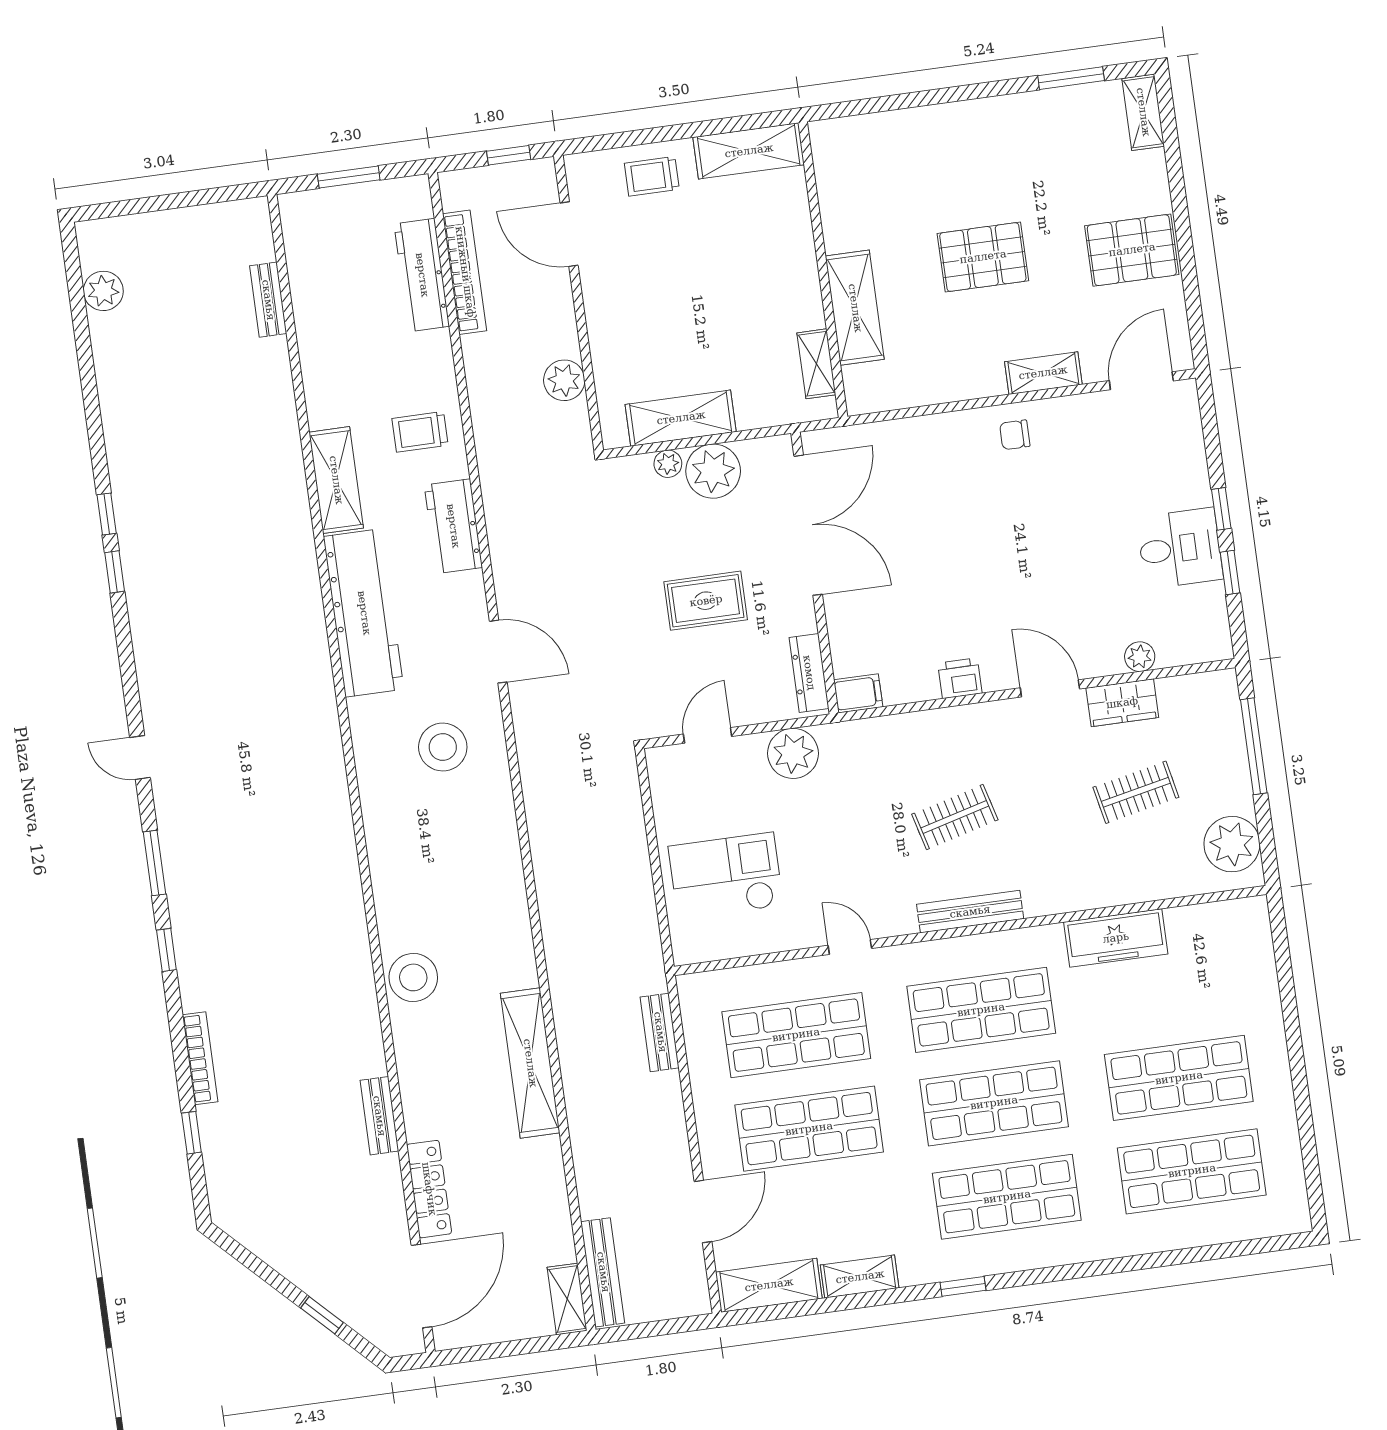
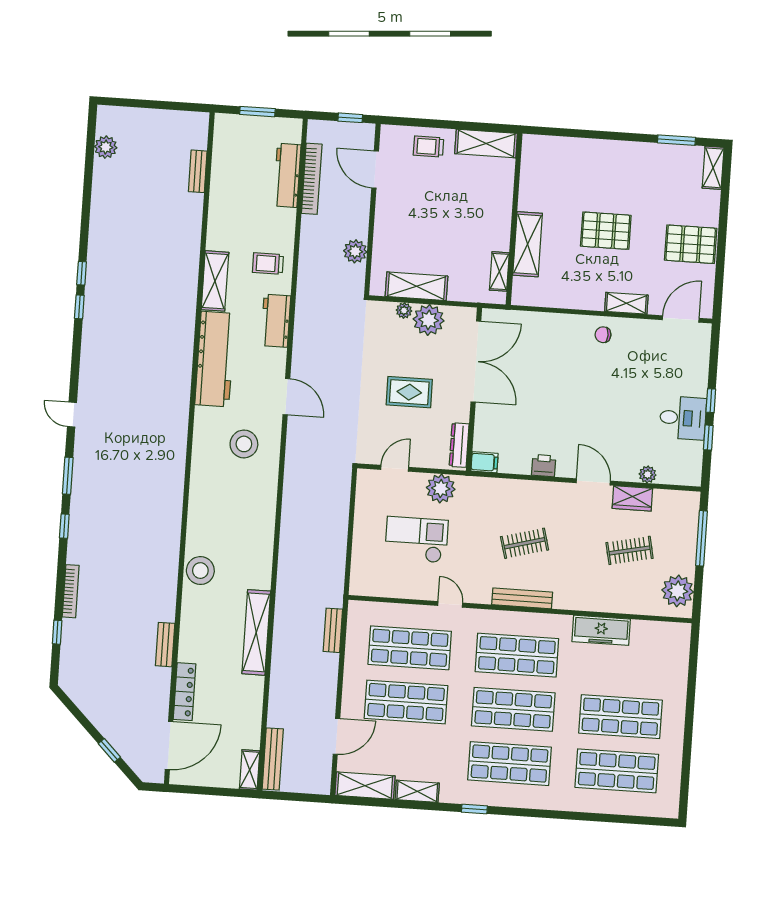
checkout: (726, 876) -> (416, 540), moved

